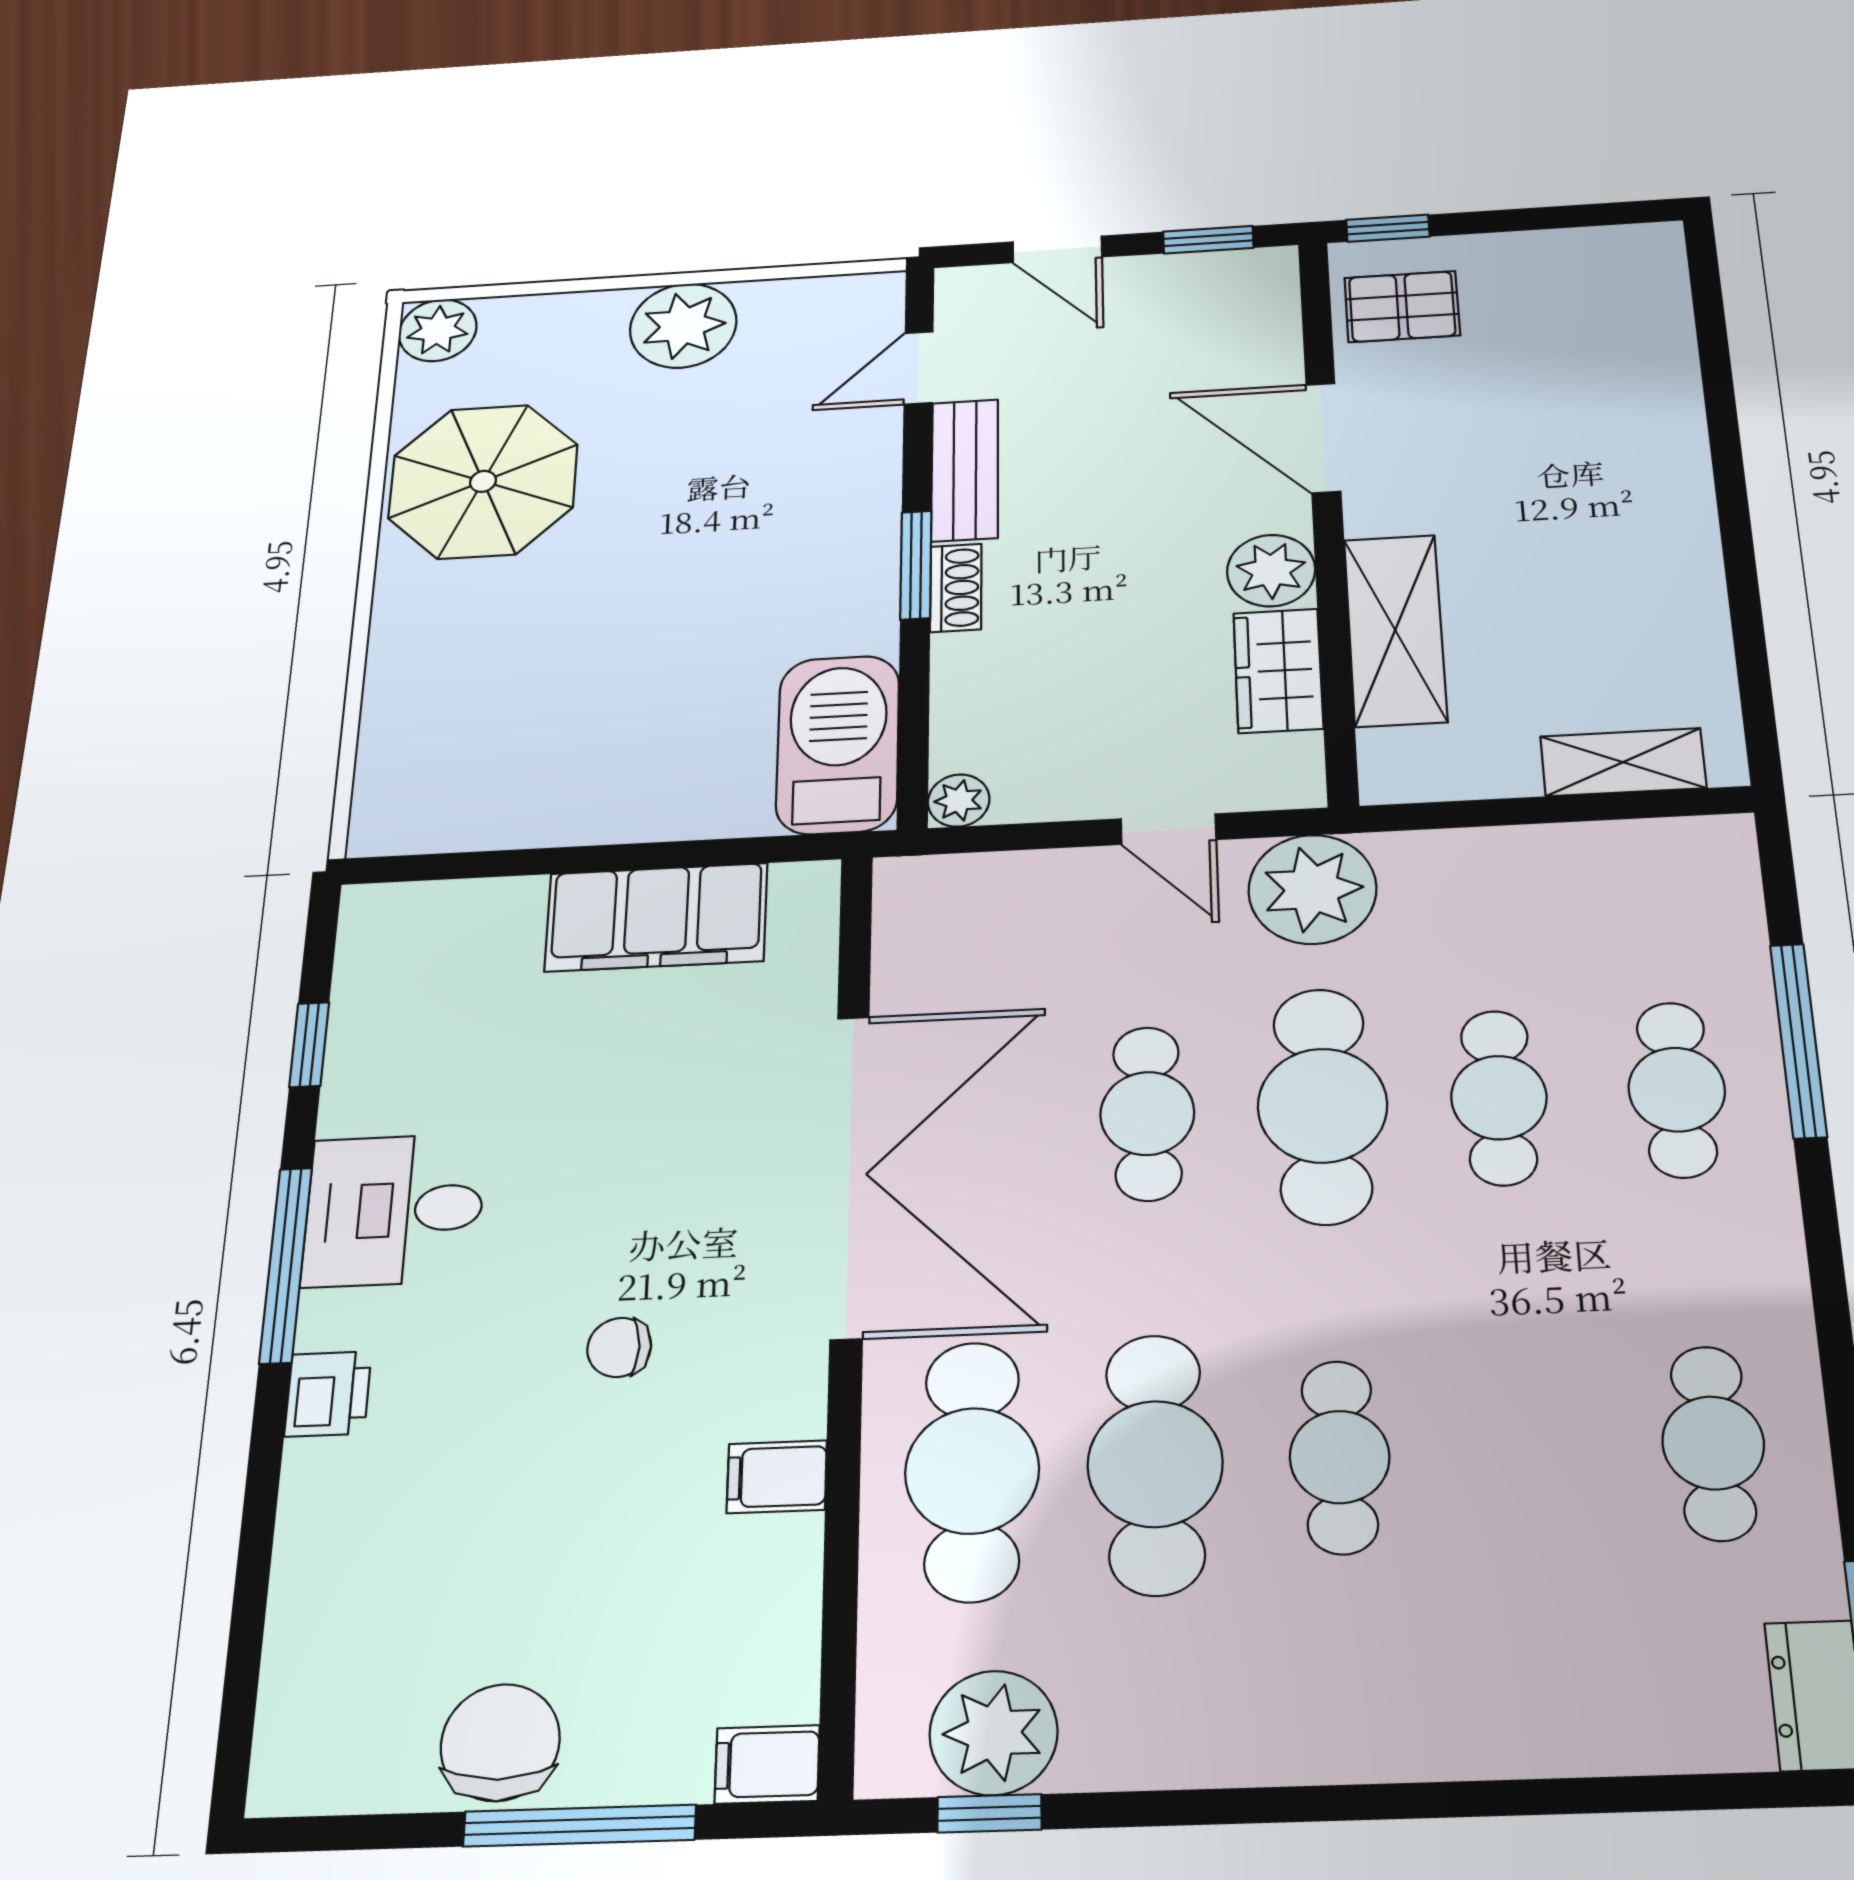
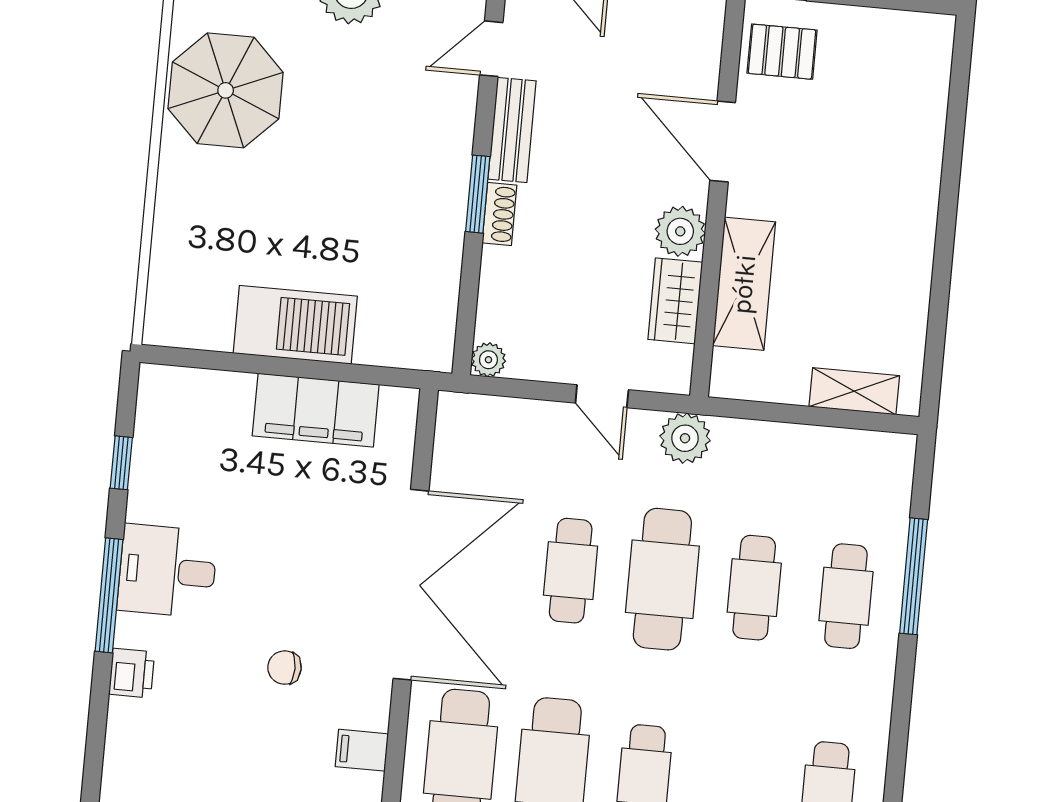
barbecue: (838, 744) -> (295, 325), moved, turned 90
plant: (1312, 889) -> (685, 438), width x0.73, depth x0.73

